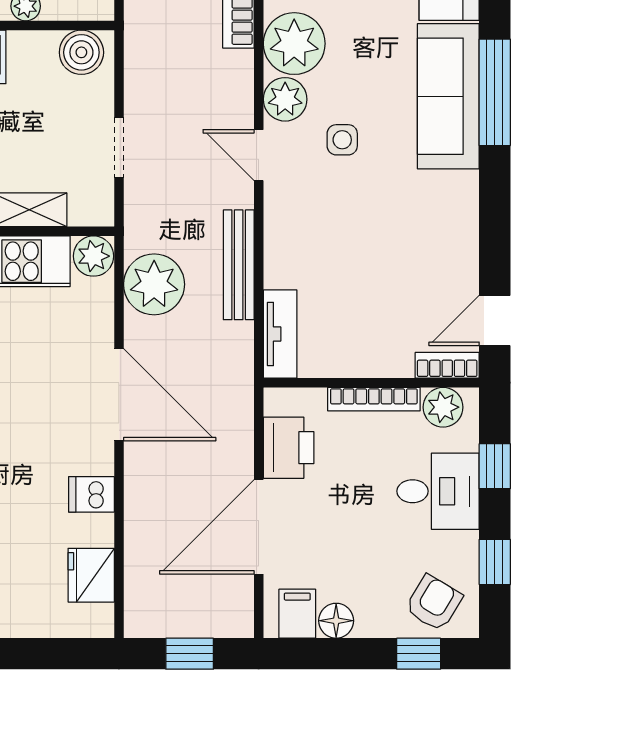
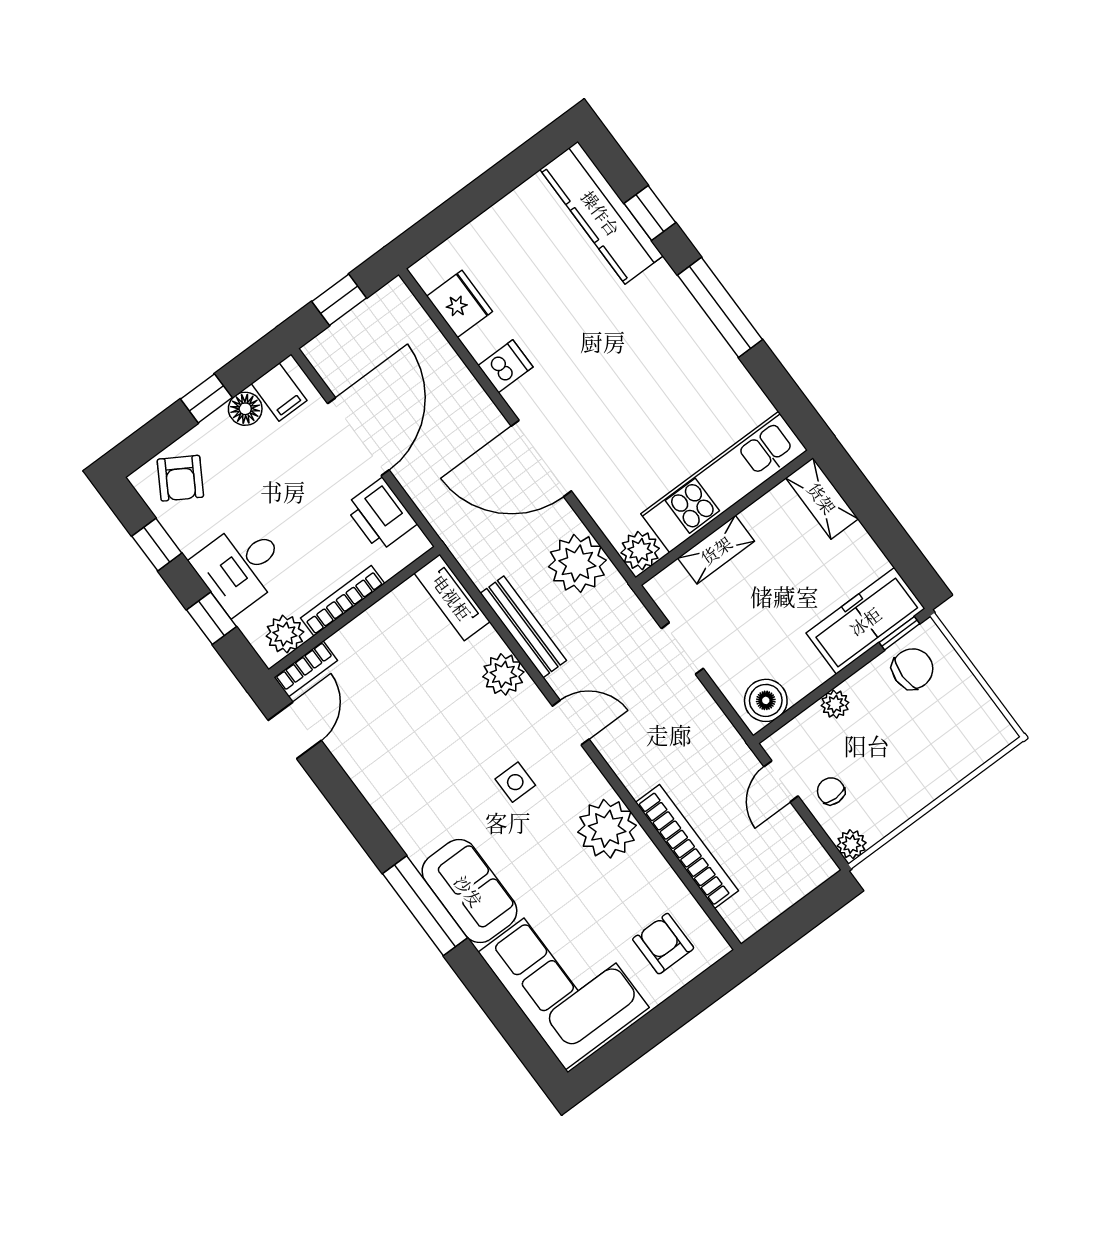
sofa: (448, 96) -> (469, 891), width x0.73
plant: (285, 99) -> (503, 674), moved
window: (419, 654) -> (206, 398), moved

